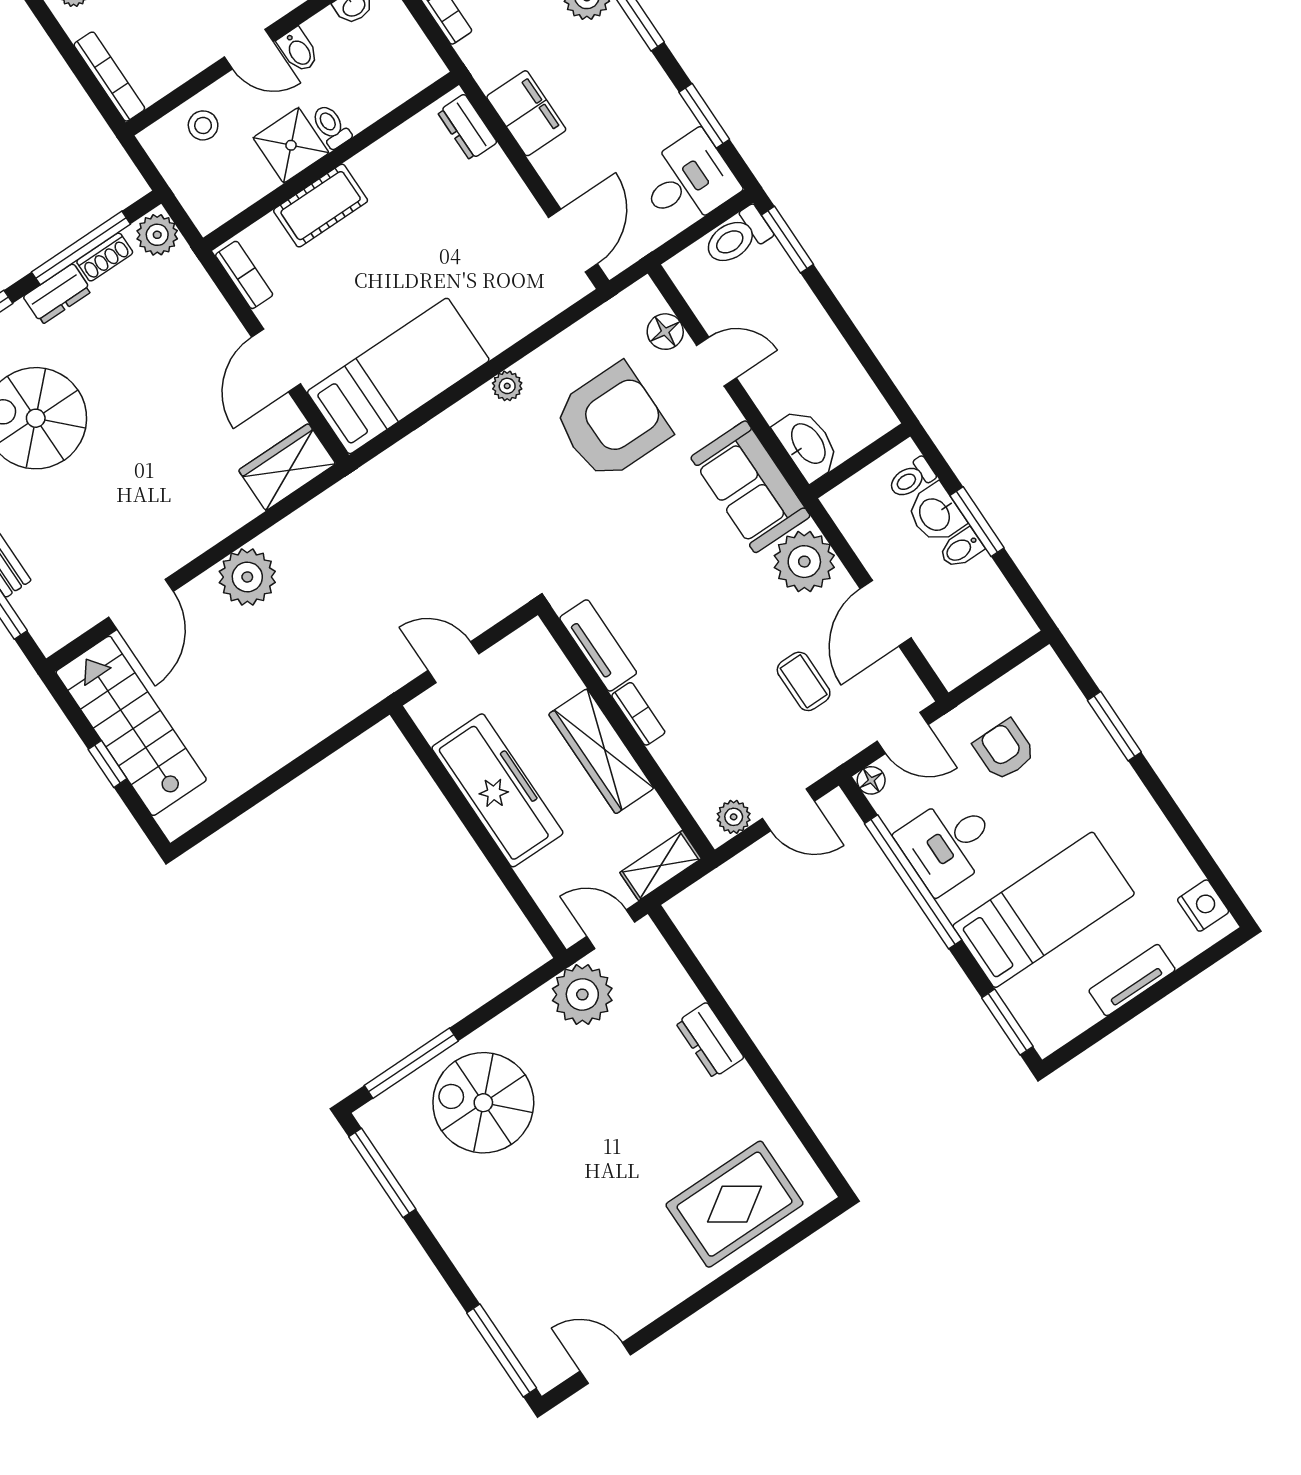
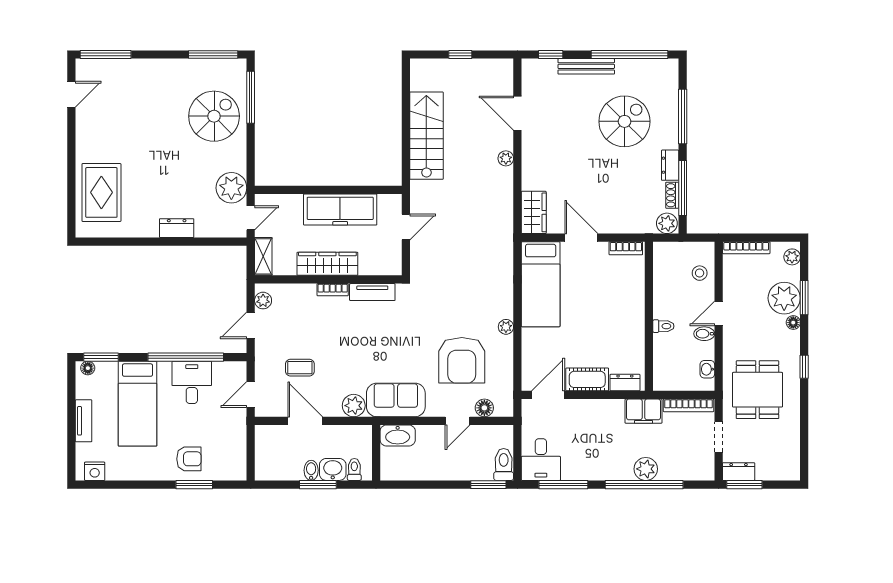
filing cabinet: (526, 113) -> (643, 411), moved
window: (704, 116) -> (563, 485), width x1.44
shower: (291, 145) -> (667, 304), removed
cot: (321, 206) -> (587, 379), moved, turned 90
door: (573, 241) -> (548, 395), swing flipped
plant: (804, 562) -> (354, 406), width x0.73, depth x0.73
plant: (247, 577) -> (506, 158), width x0.53, depth x0.53
stairs: (131, 726) -> (426, 136), moved, turned -90
armchair: (1004, 750) -> (189, 459), moved
floor lamp: (871, 780) -> (88, 368), moved

